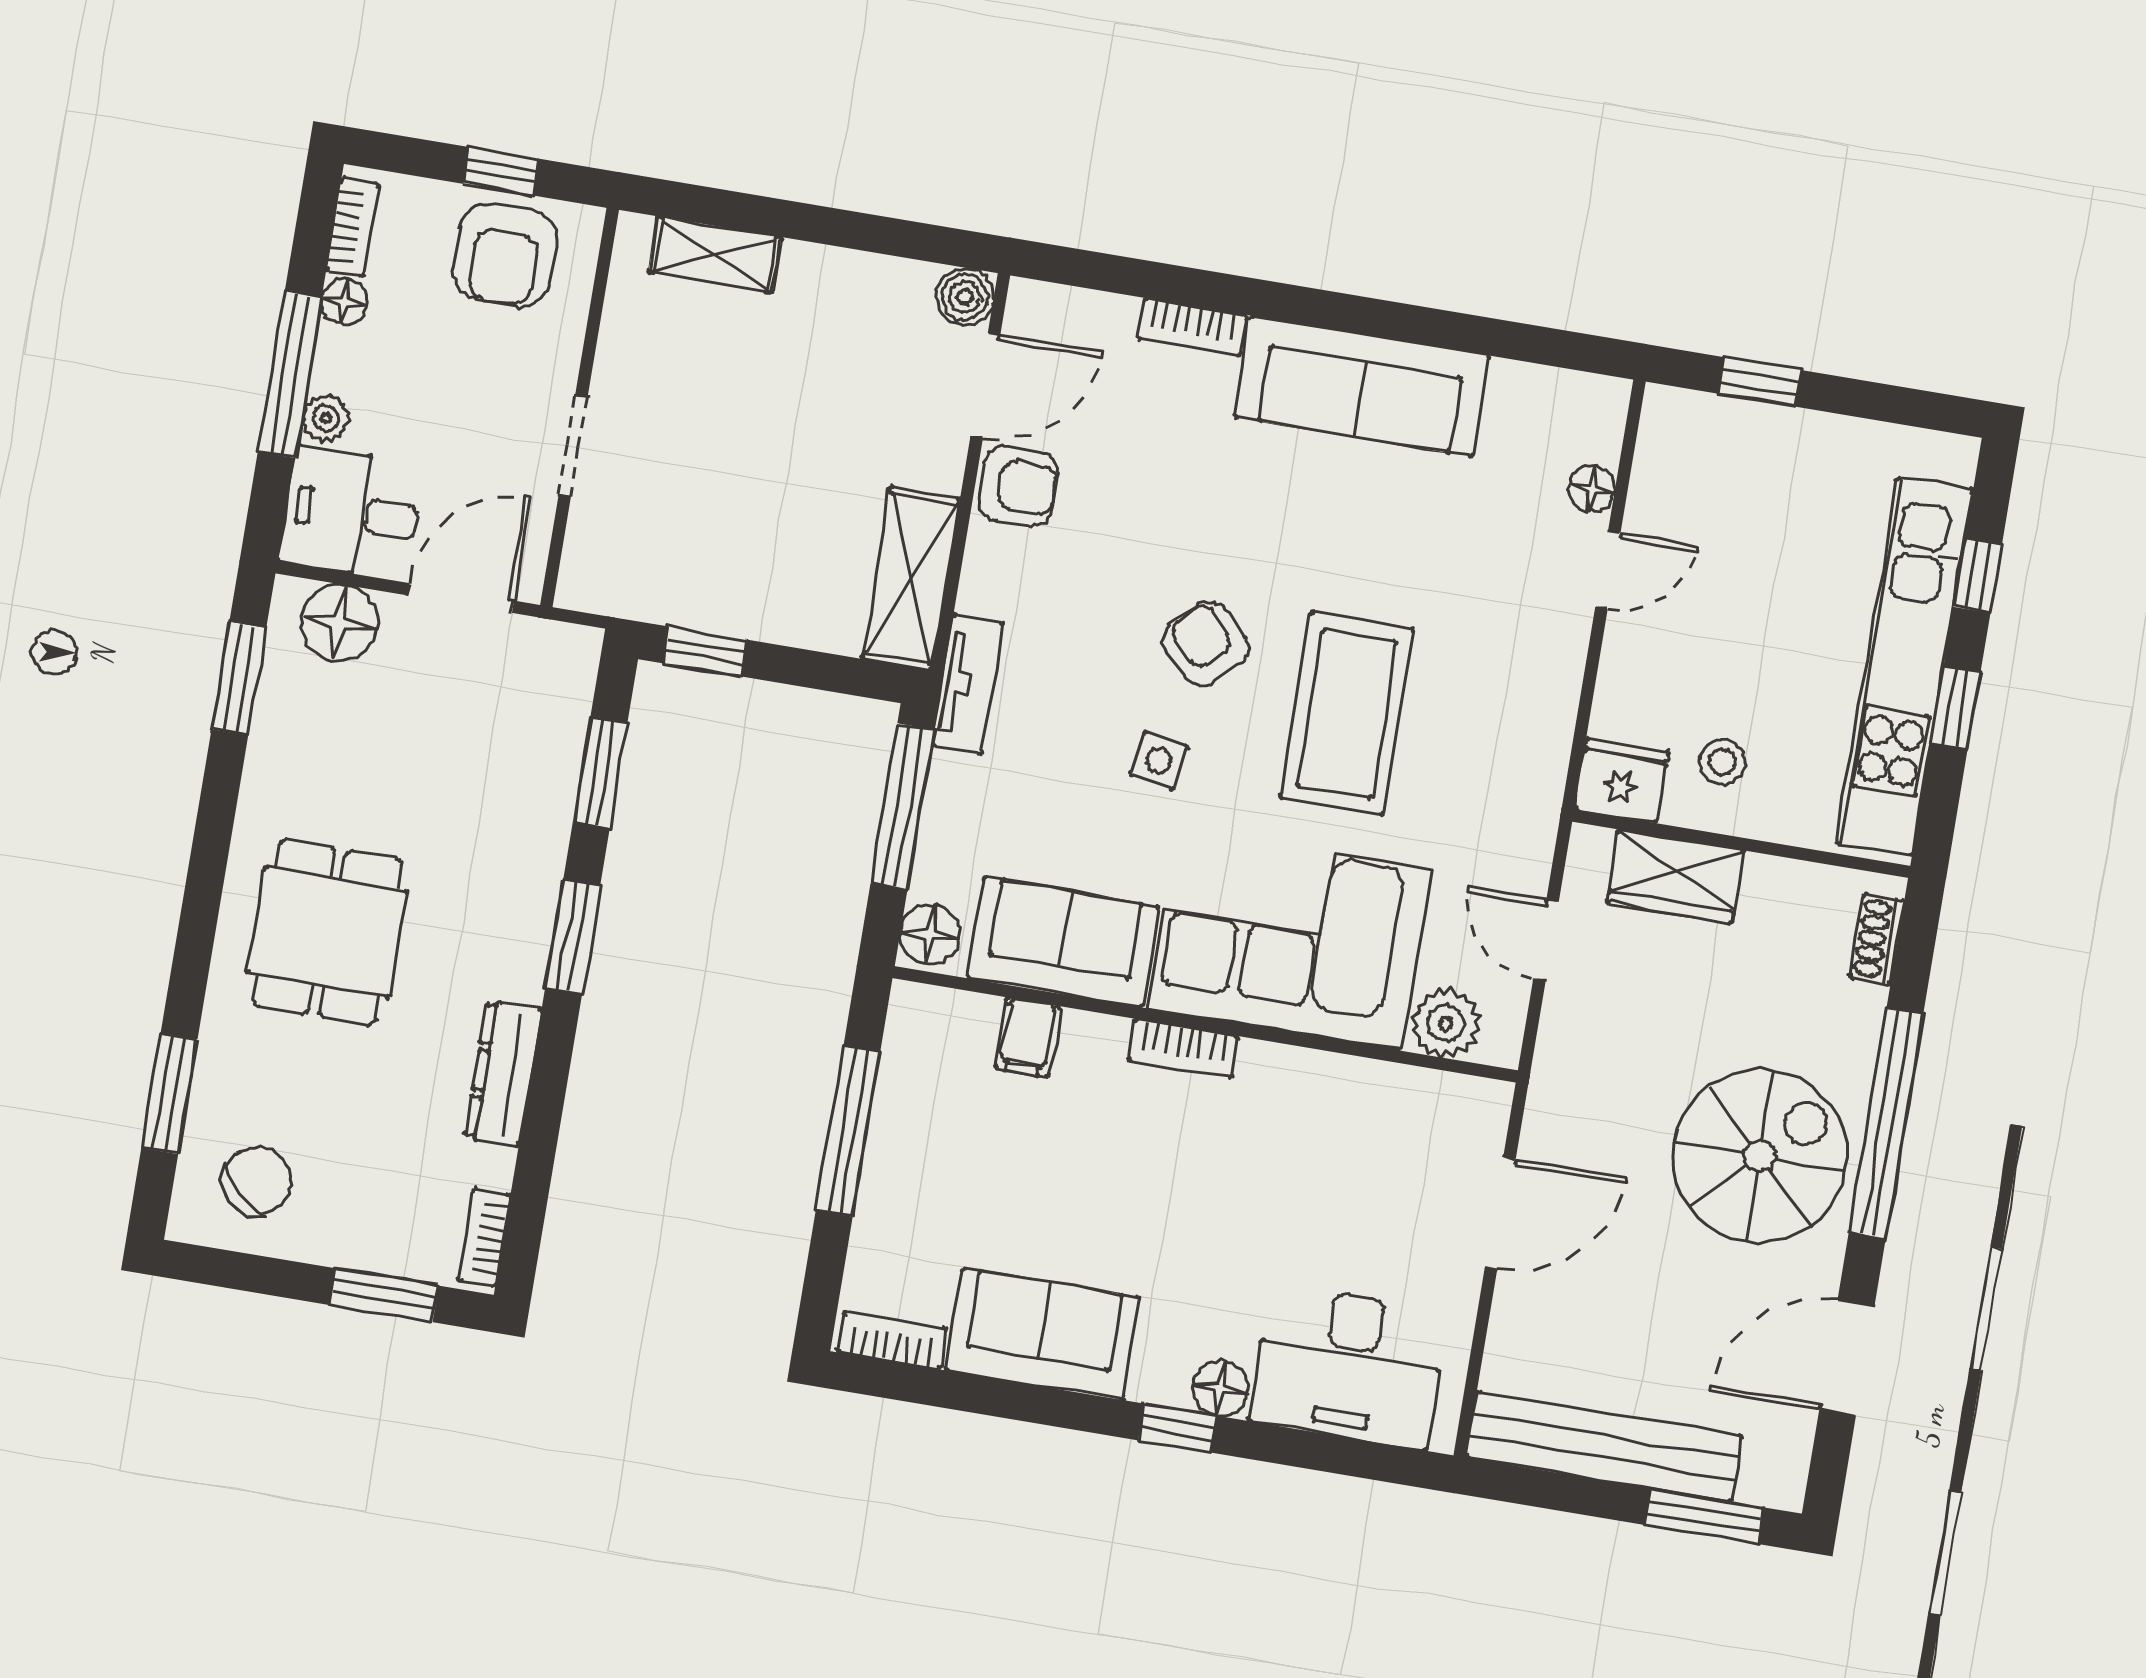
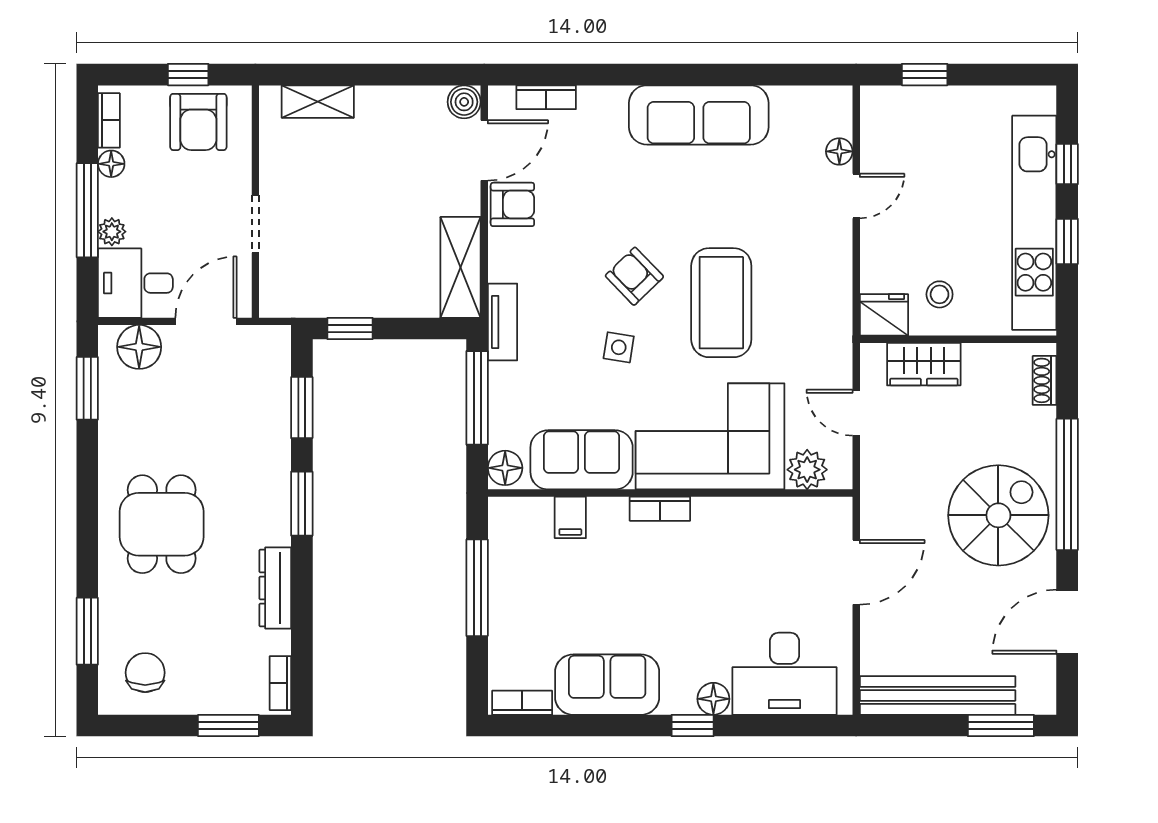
bookcase: (1192, 327) -> (546, 97), moved
chair: (257, 1181) -> (145, 673), turned -43

